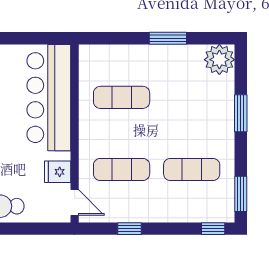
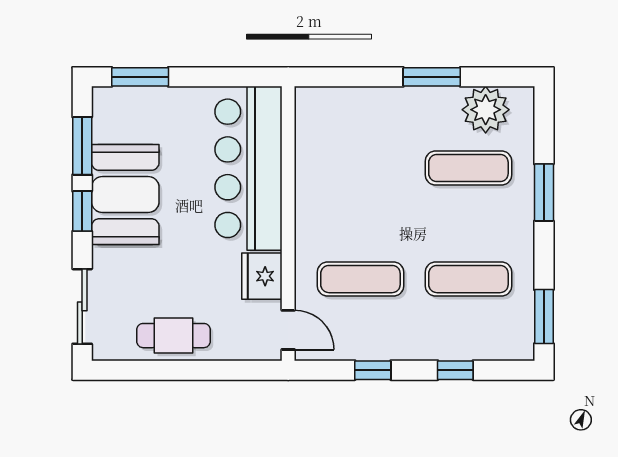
plant: (219, 60) -> (486, 110), moved
exercise mat: (122, 97) -> (468, 168), moved
fridge: (58, 172) -> (262, 276), width x1.38
window: (213, 229) -> (455, 370), moved

